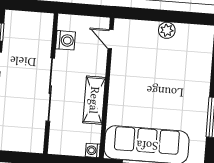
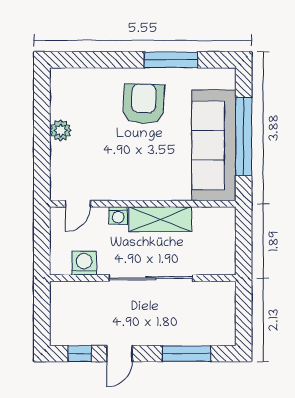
armchair: (182, 94) -> (144, 104), added
washing machine: (93, 150) -> (118, 216), moved

